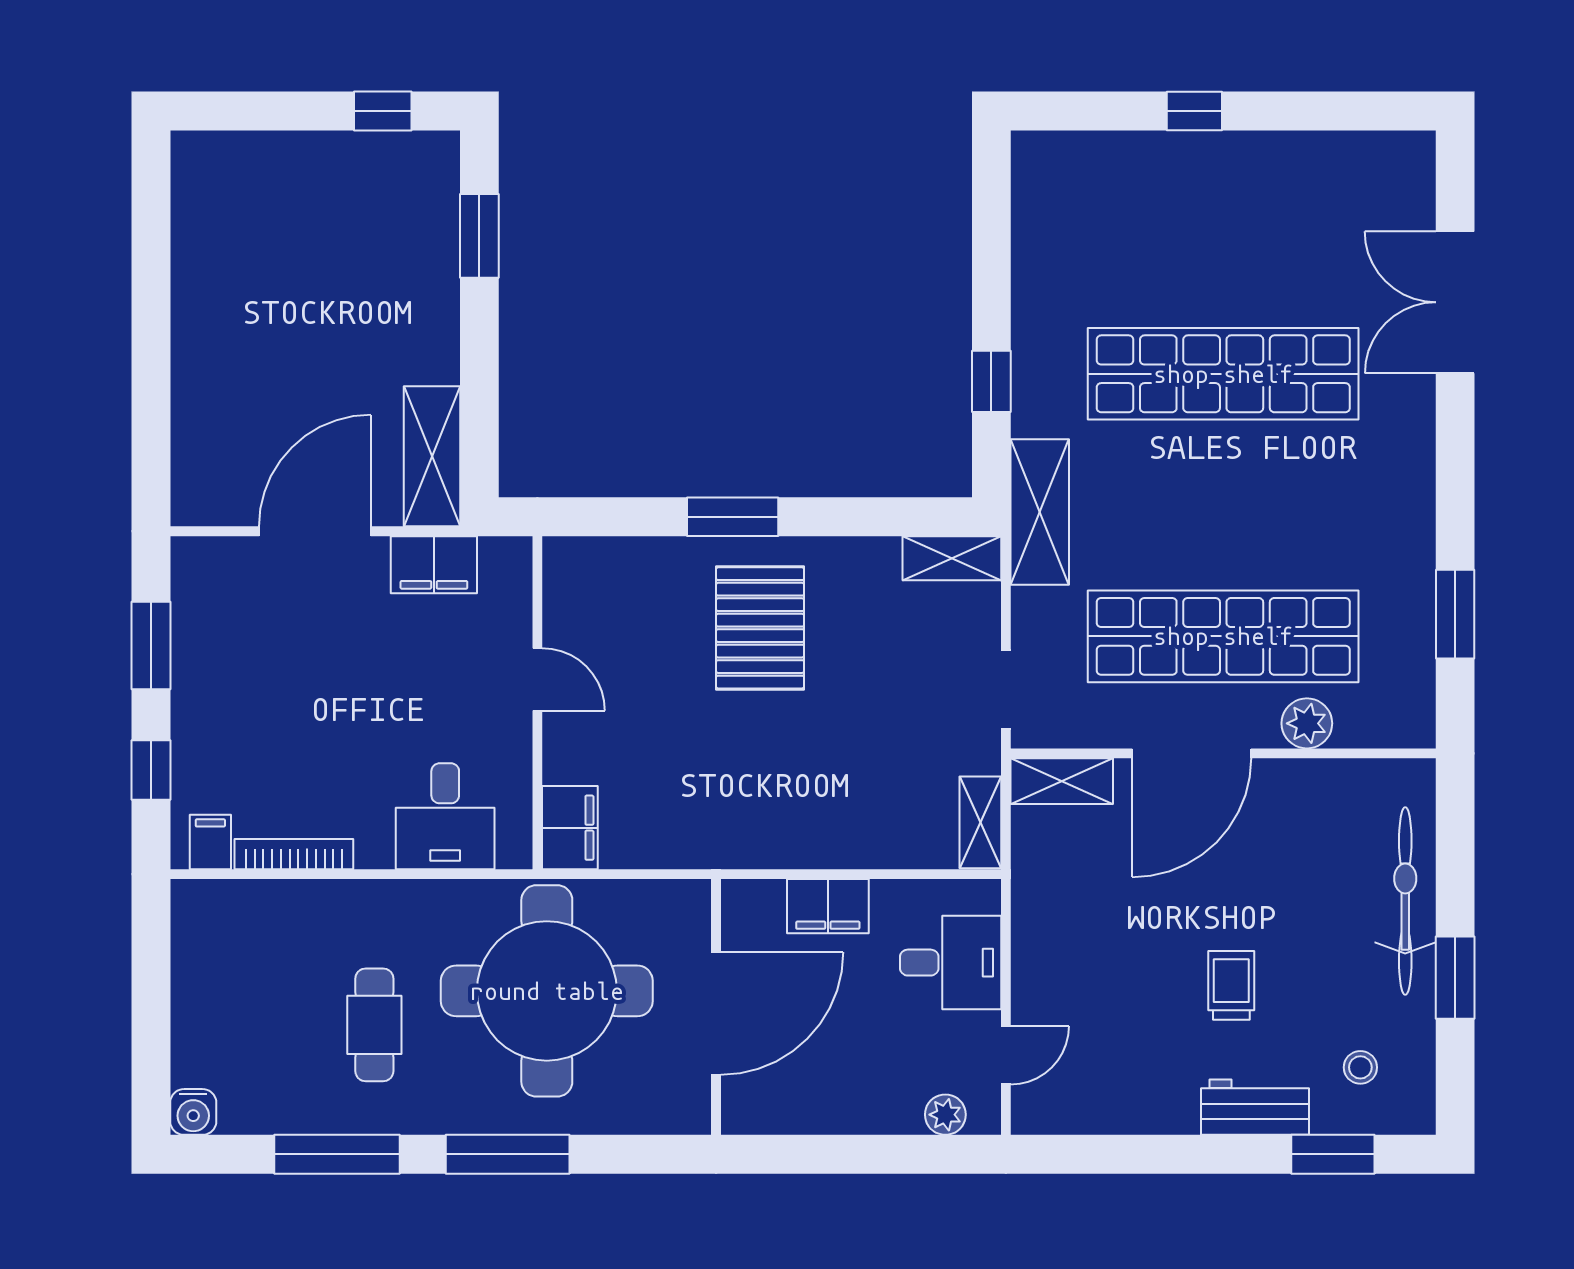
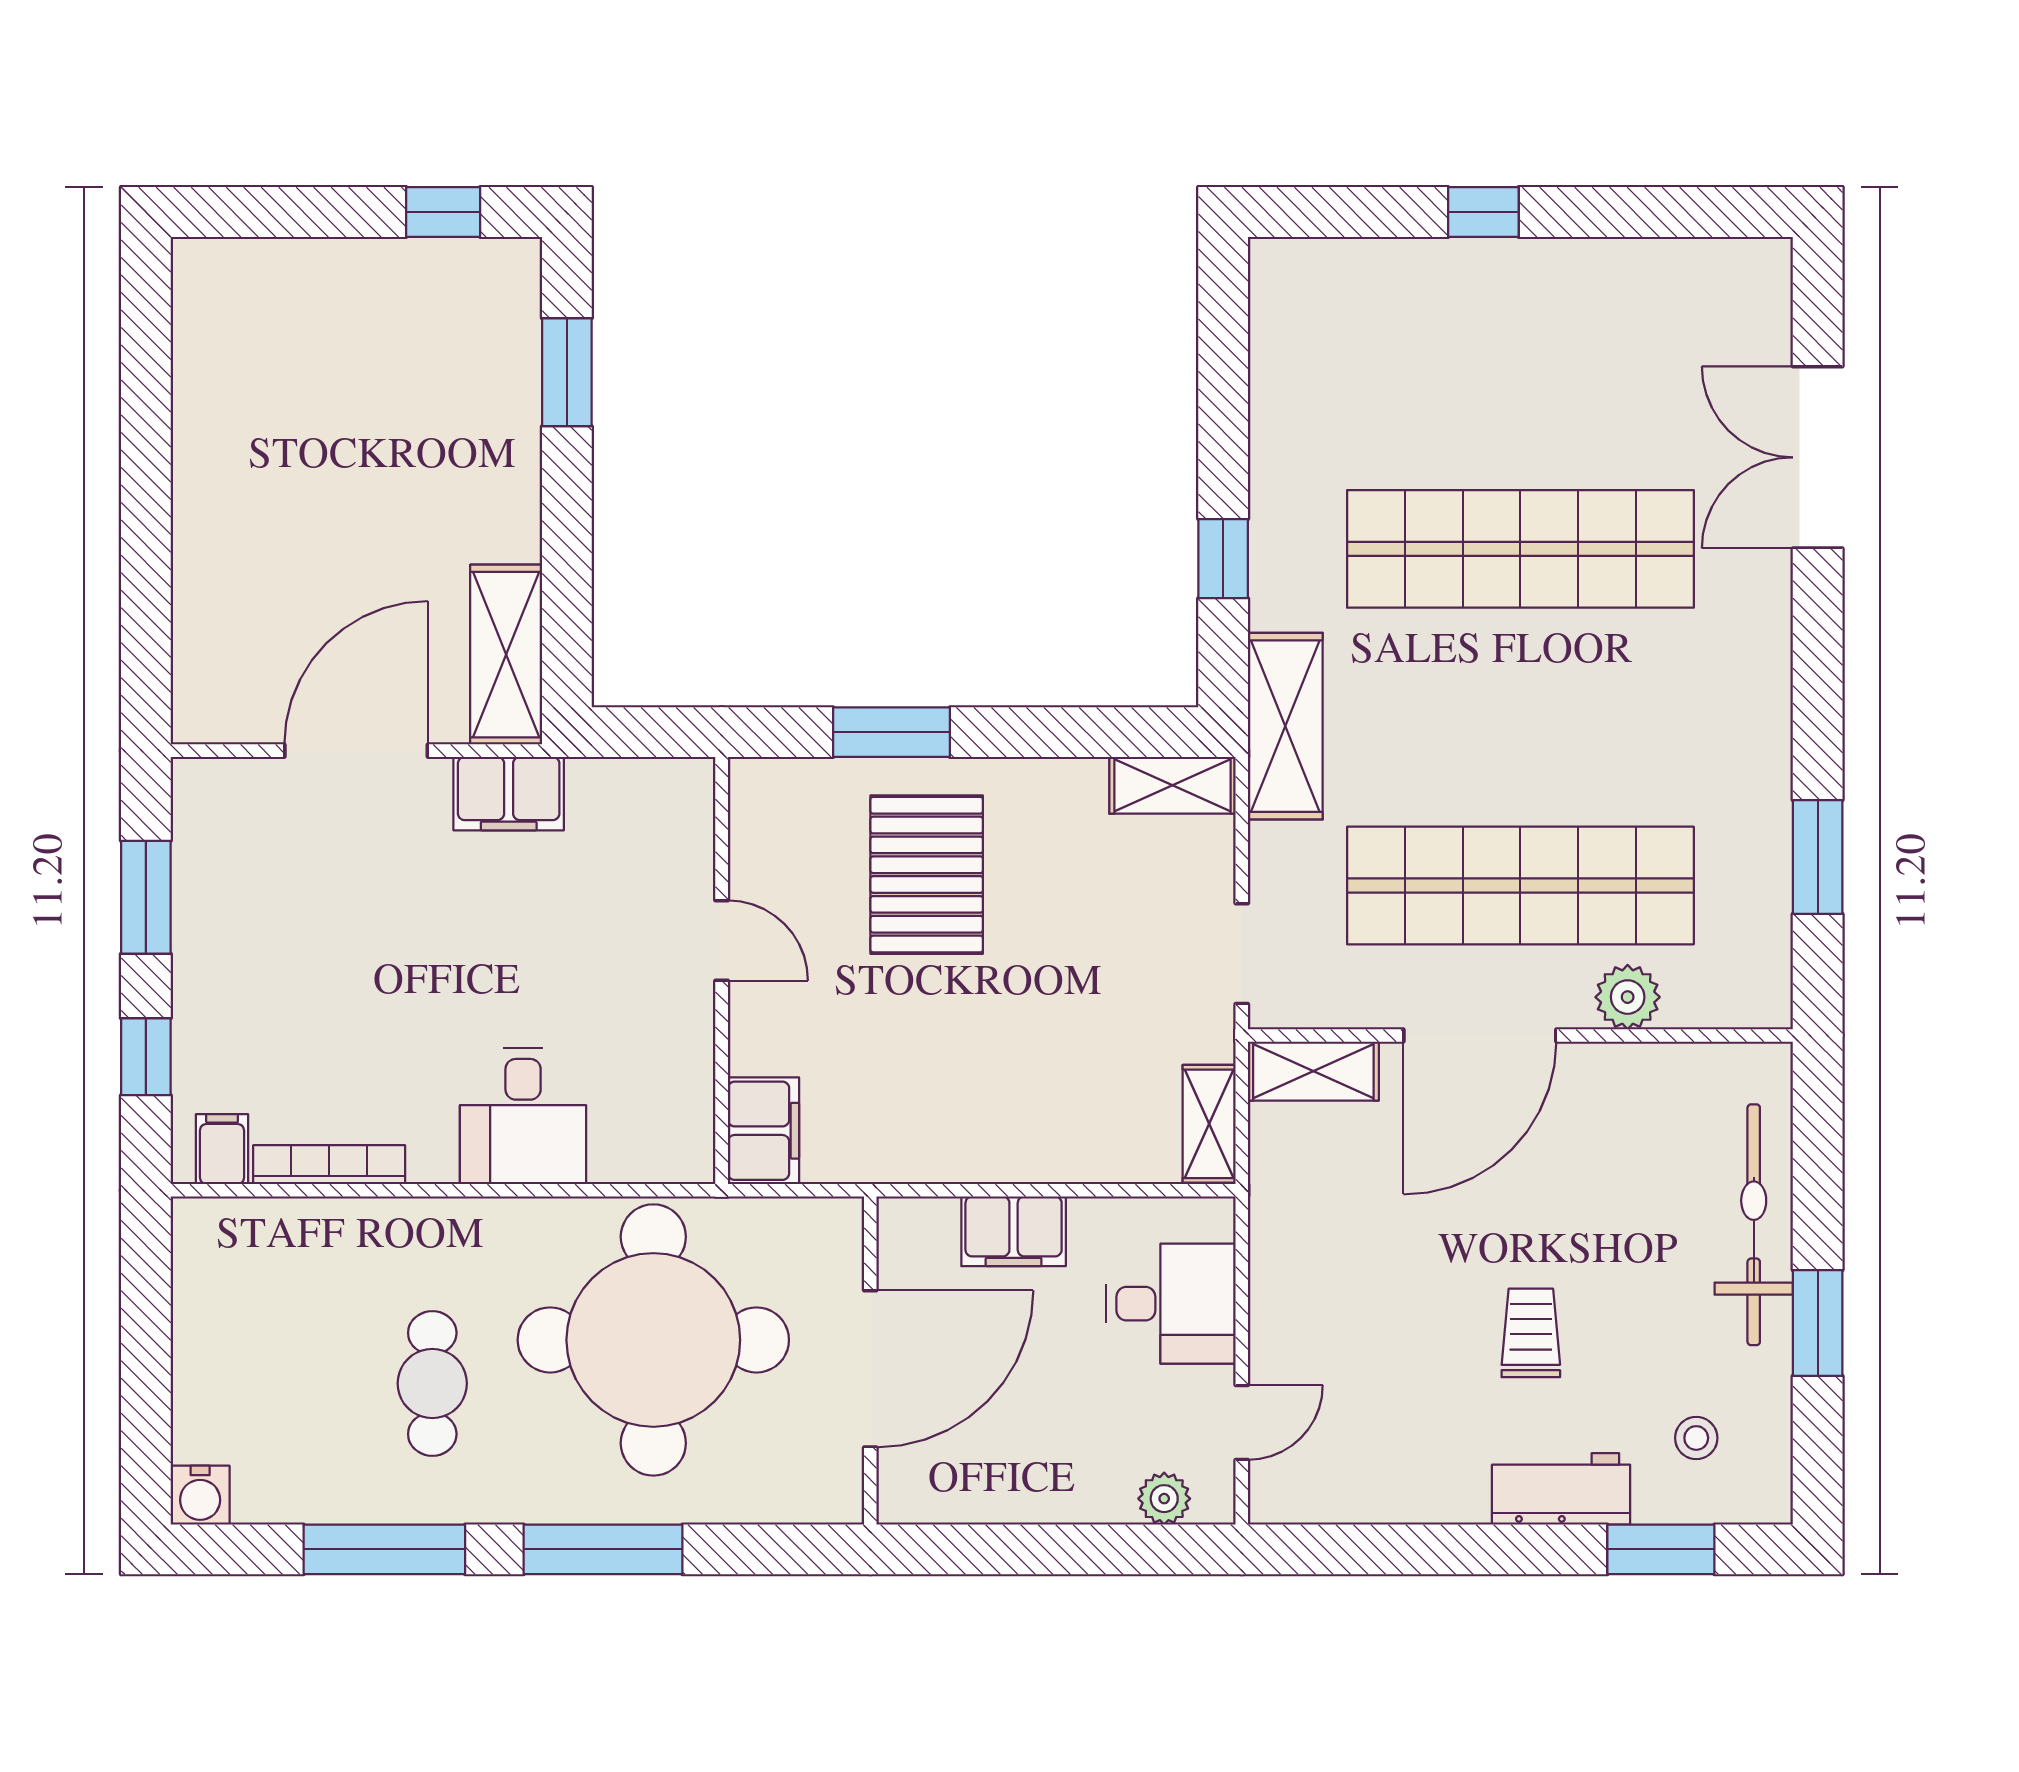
door: (537, 679) -> (722, 941), moved
wall: (537, 703) -> (722, 970), moved
filing cabinet: (570, 828) -> (763, 1131), moved

